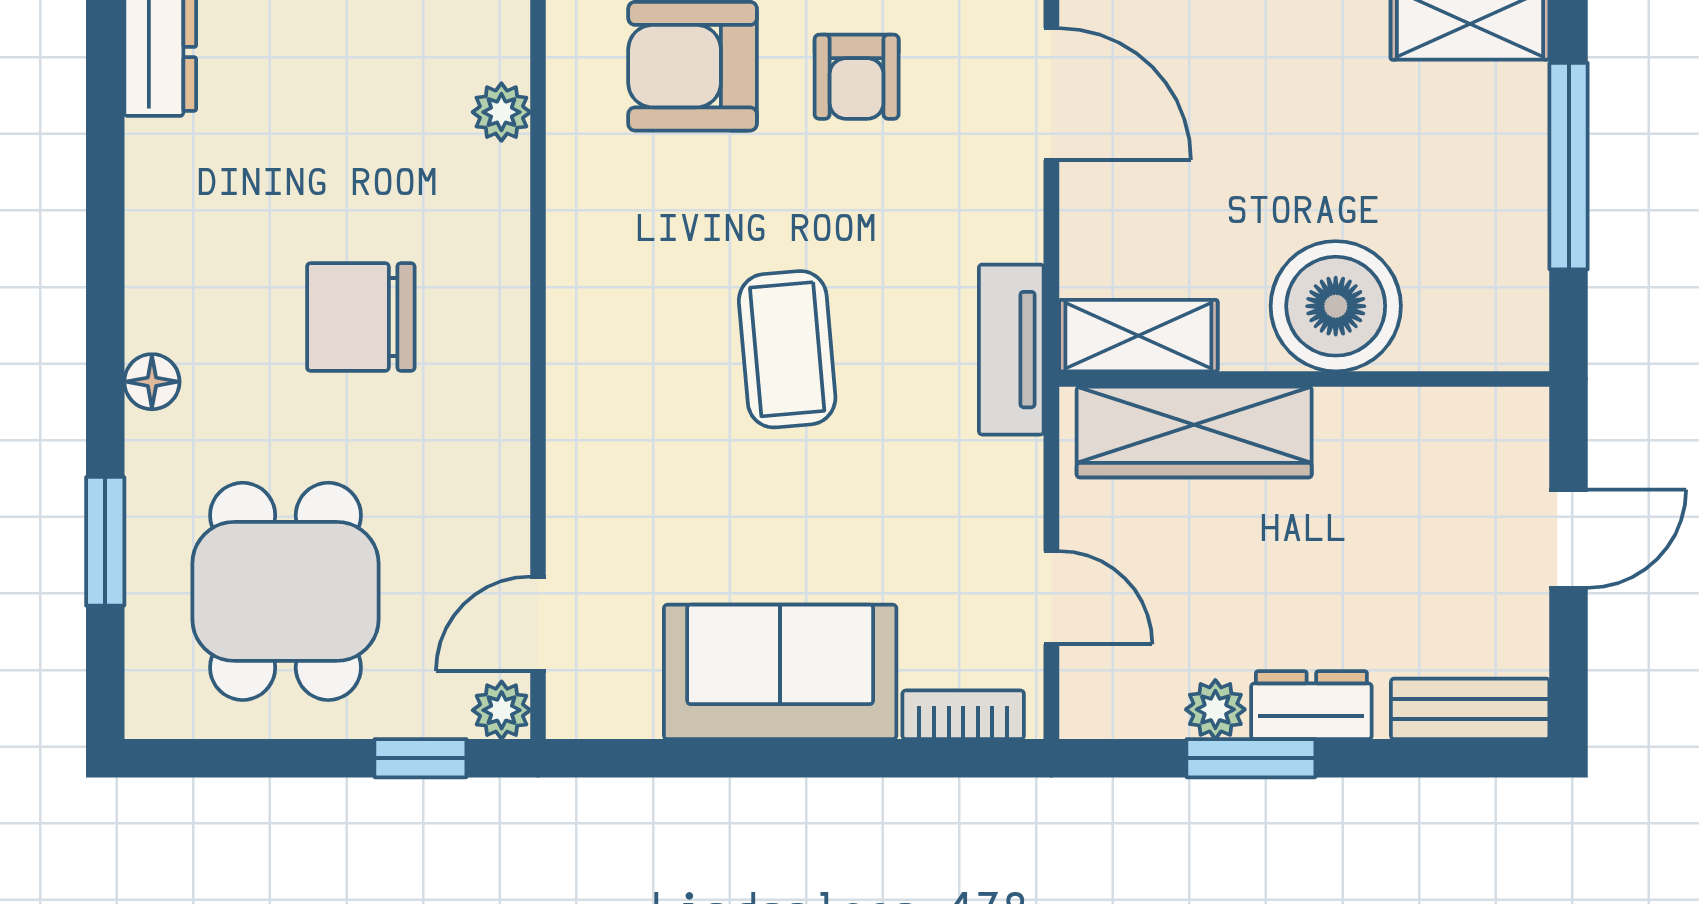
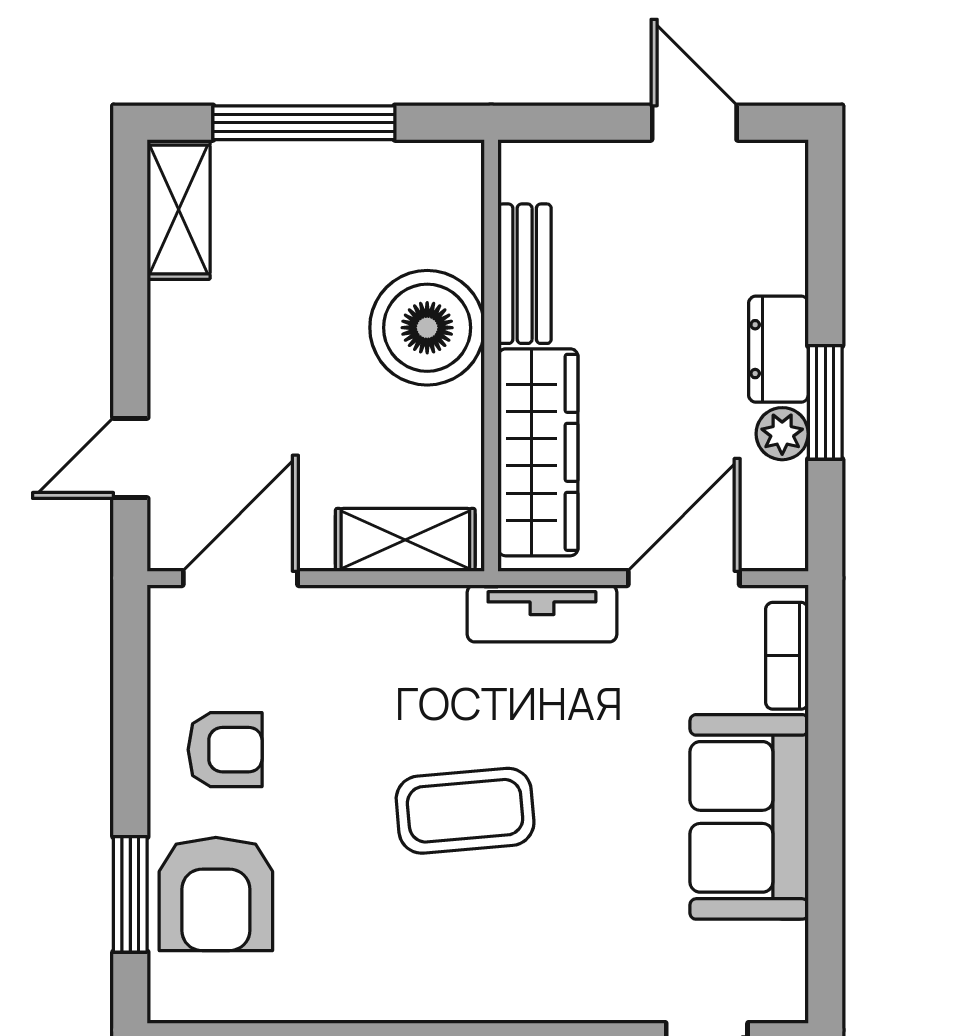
shelving: (1138, 336) -> (405, 540), moved, turned 90
tv unit: (1011, 350) -> (542, 613), moved
door: (1569, 539) -> (694, 123), moved
door: (1051, 598) -> (684, 578), width x1.38
bench: (1470, 709) -> (525, 274), moved

